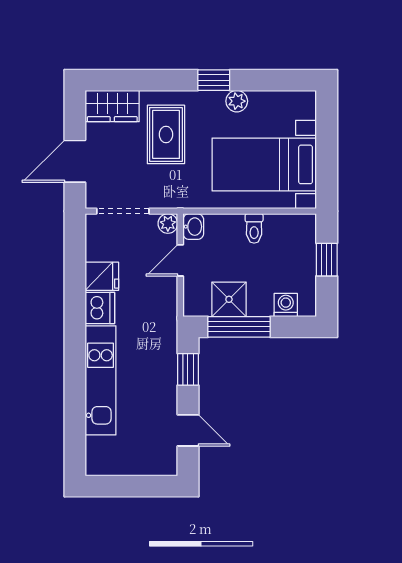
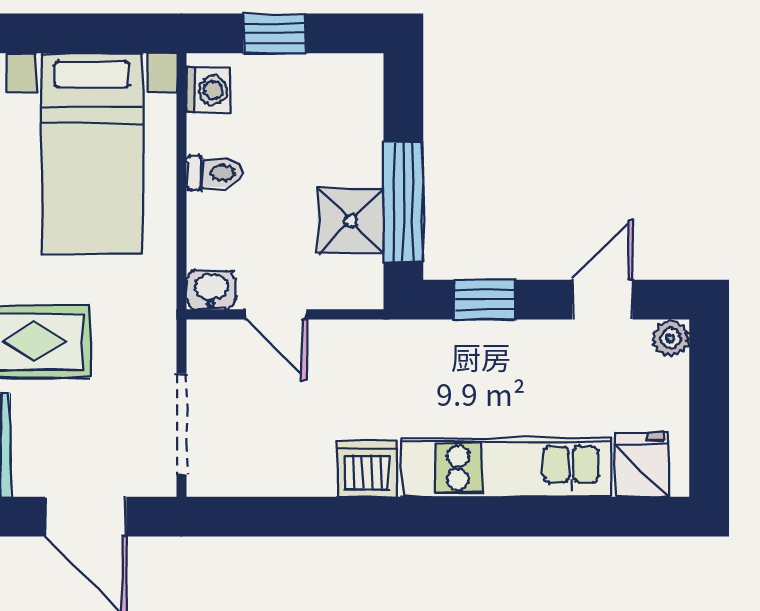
plant: (168, 224) -> (671, 338), moved
fridge: (102, 276) -> (642, 465), moved
washing machine: (286, 305) -> (209, 90), moved, turned 180

